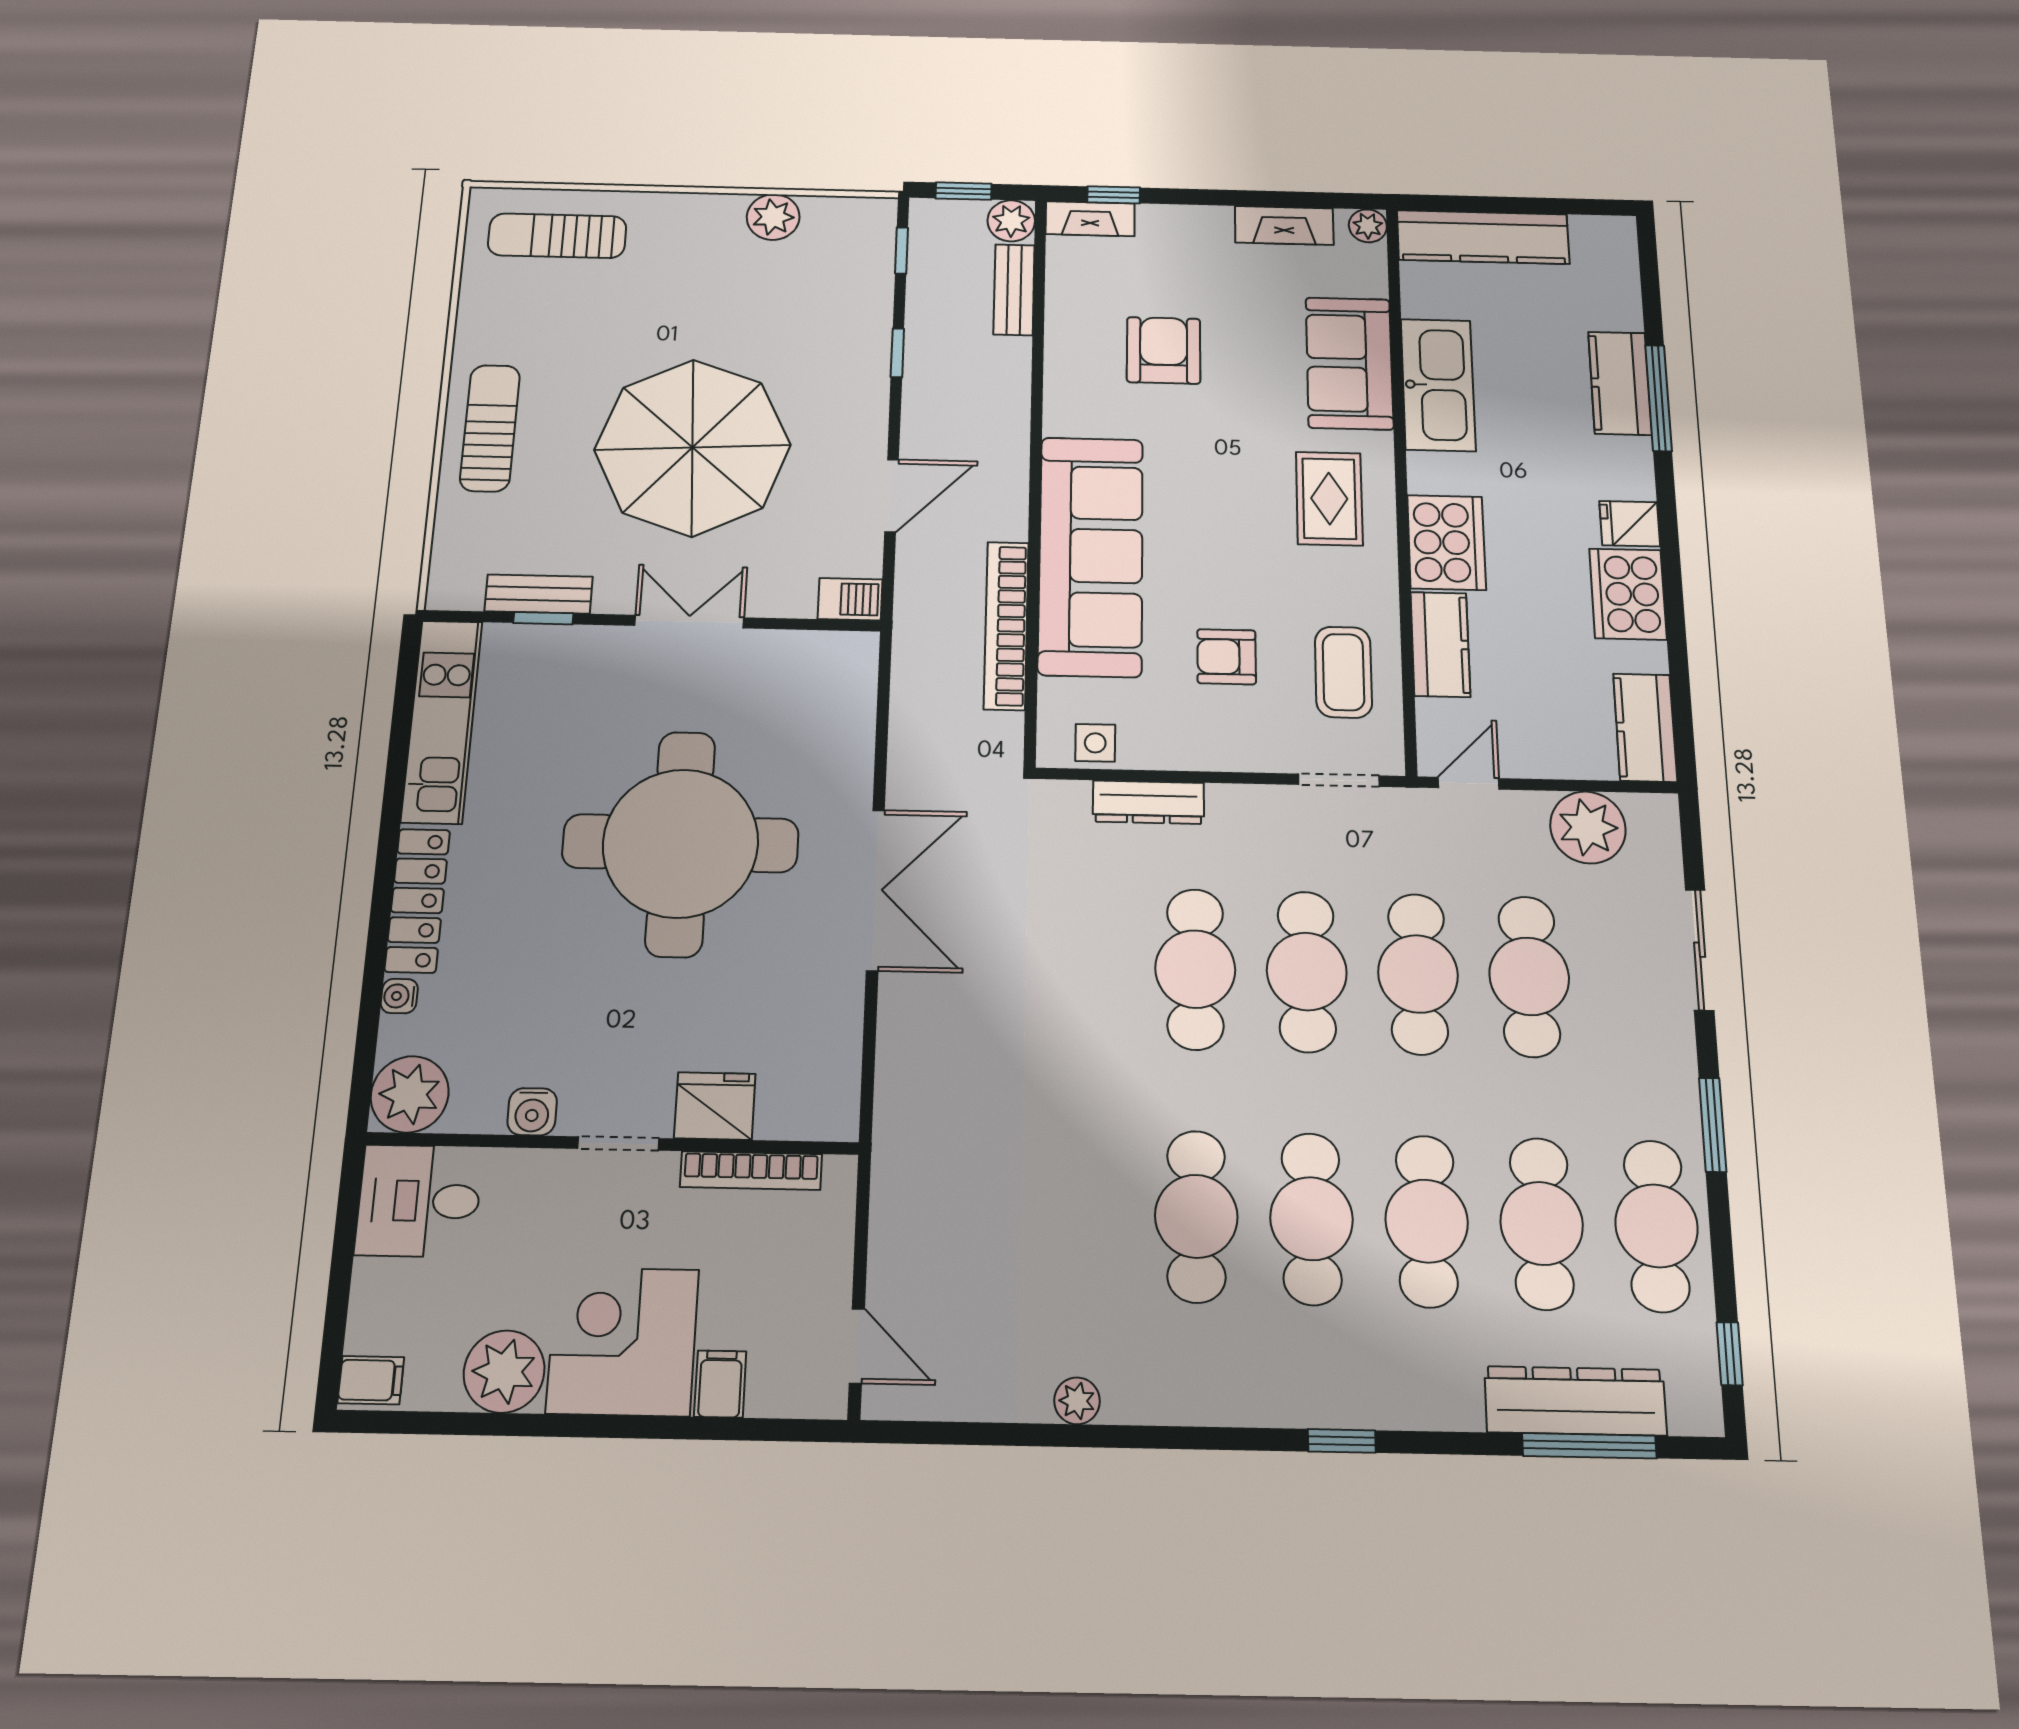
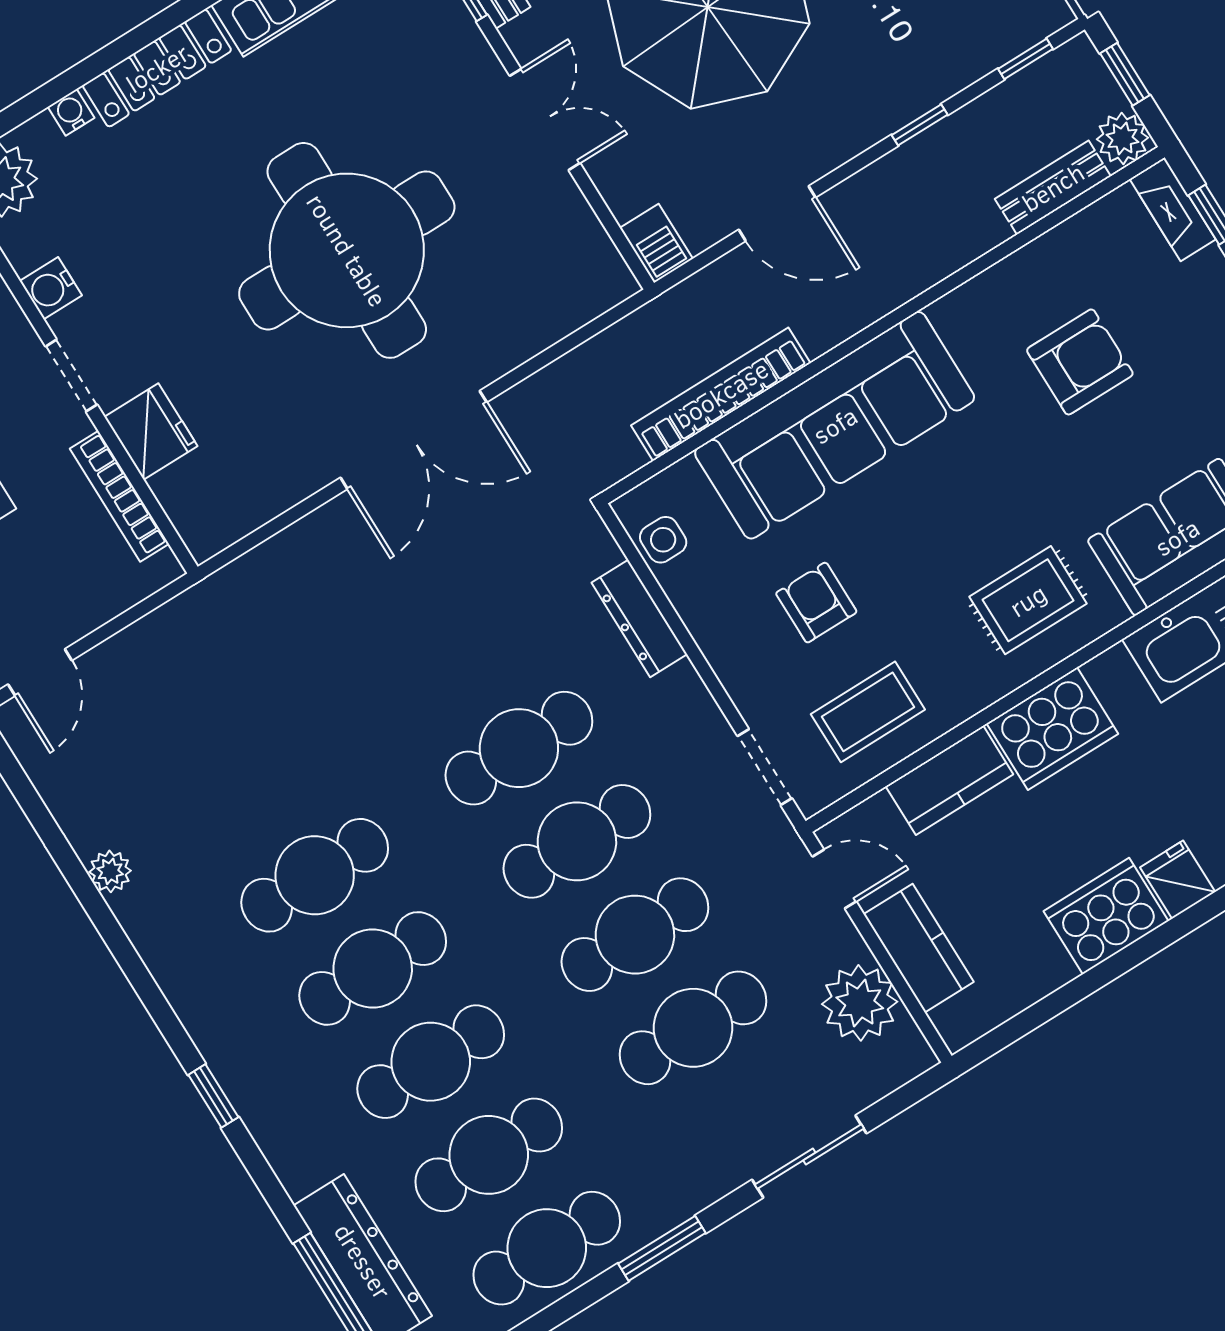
kitchen counter: (1645, 728) -> (919, 948), moved, turned 90

